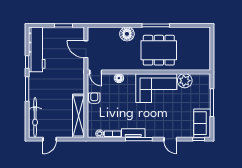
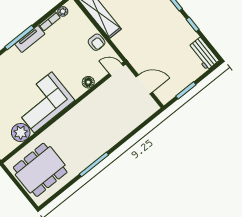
floor lamp: (127, 34) -> (116, 133), removed
workbench: (37, 49) -> (204, 54), width x0.53, depth x0.76
dining table: (159, 50) -> (40, 170), moved

